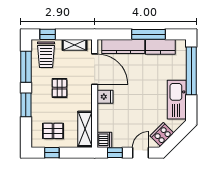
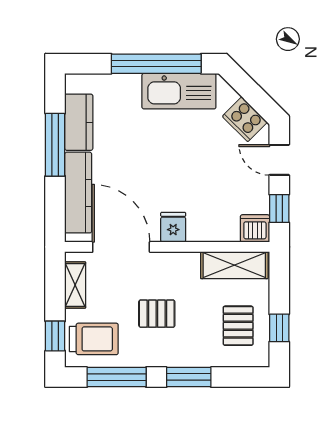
door: (95, 69) -> (121, 247), hinge flipped
window: (191, 71) -> (156, 64), moved

